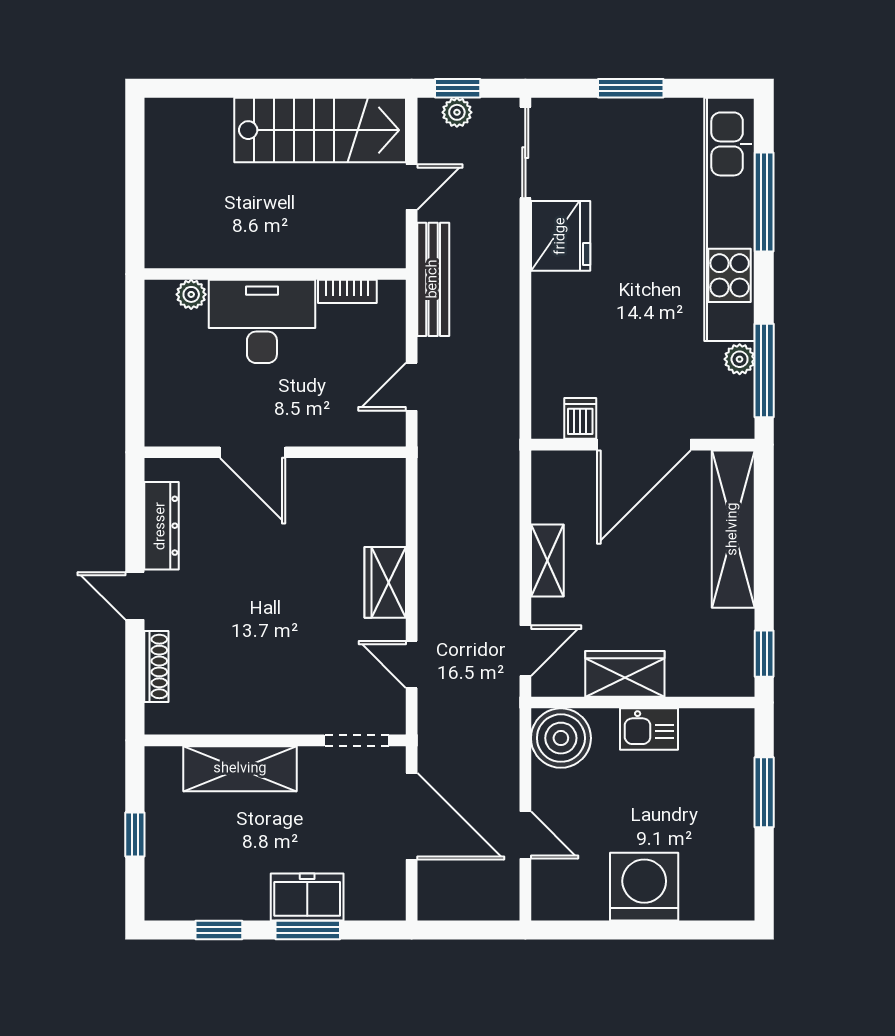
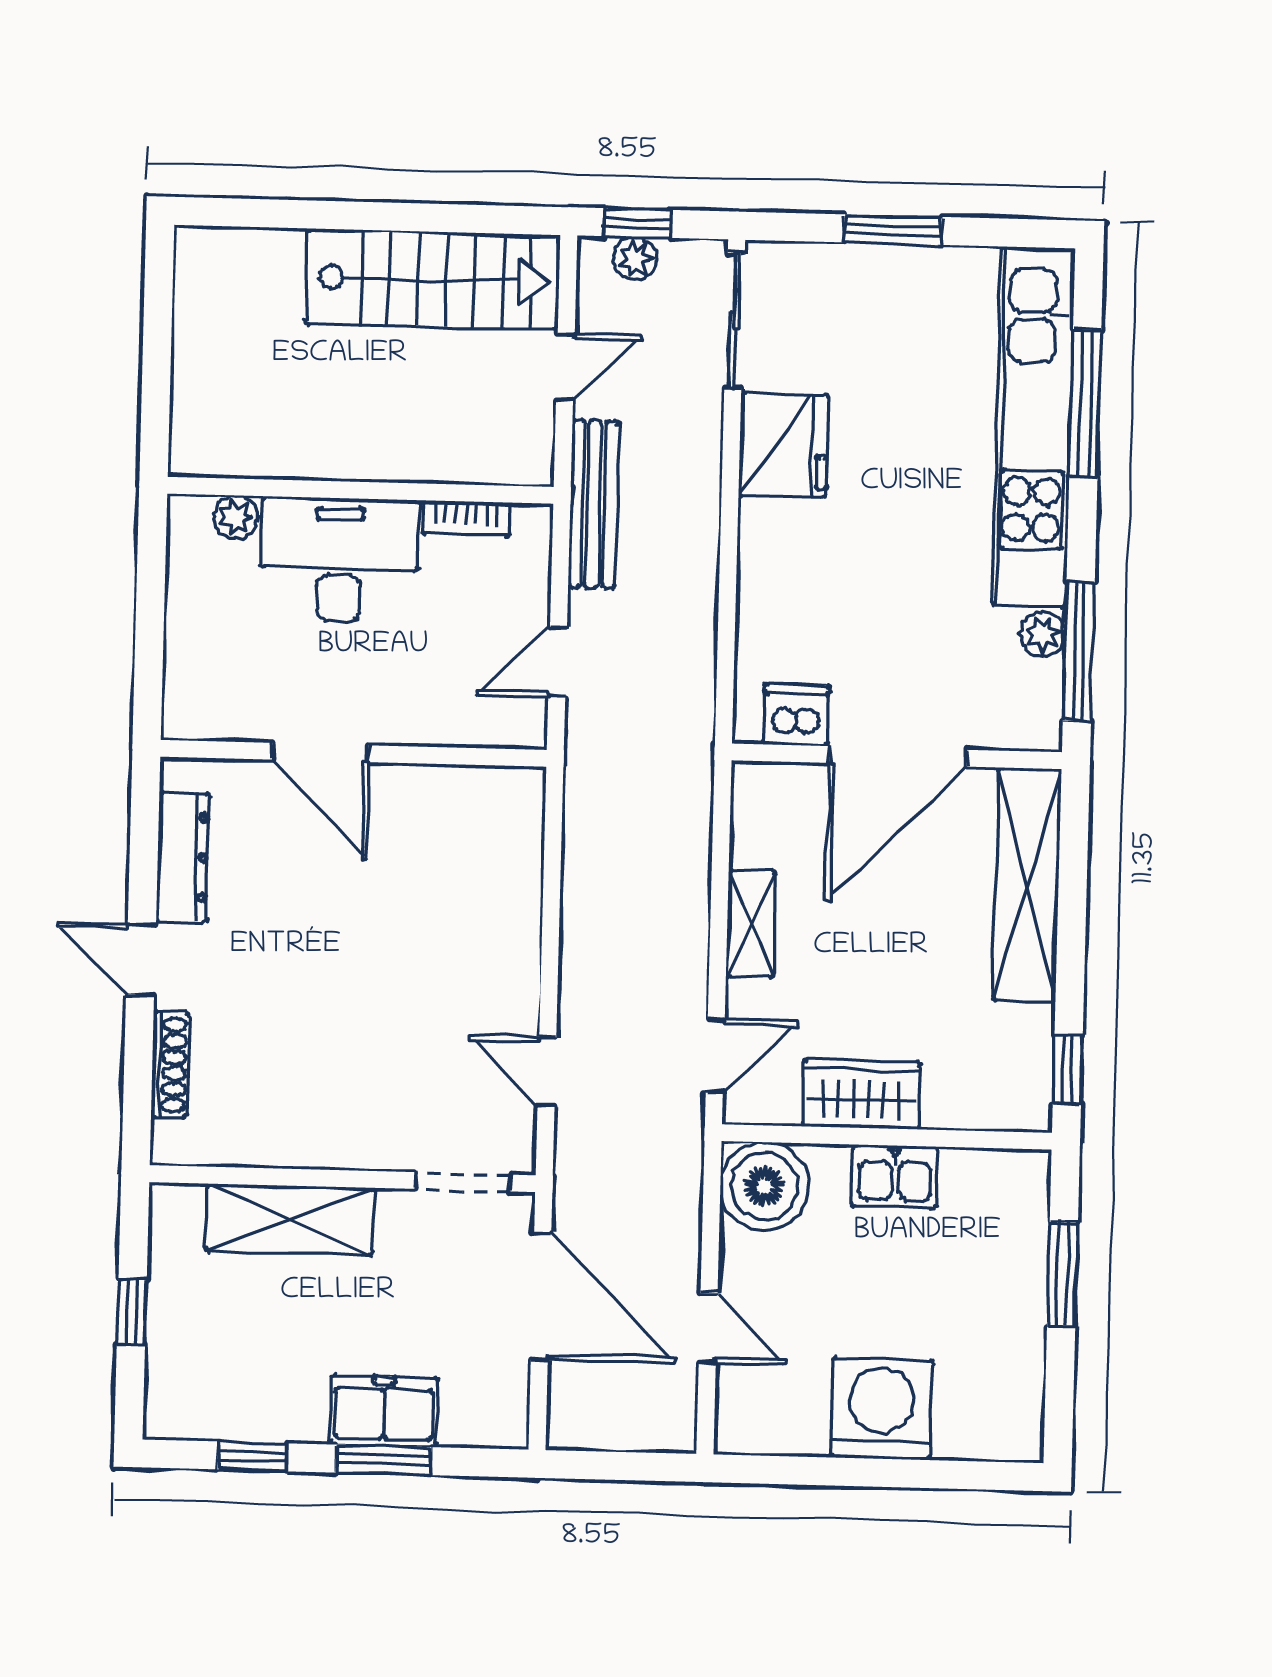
dishwasher: (580, 418) -> (796, 715), width x1.38
wardrobe: (385, 582) -> (511, 950), removed

